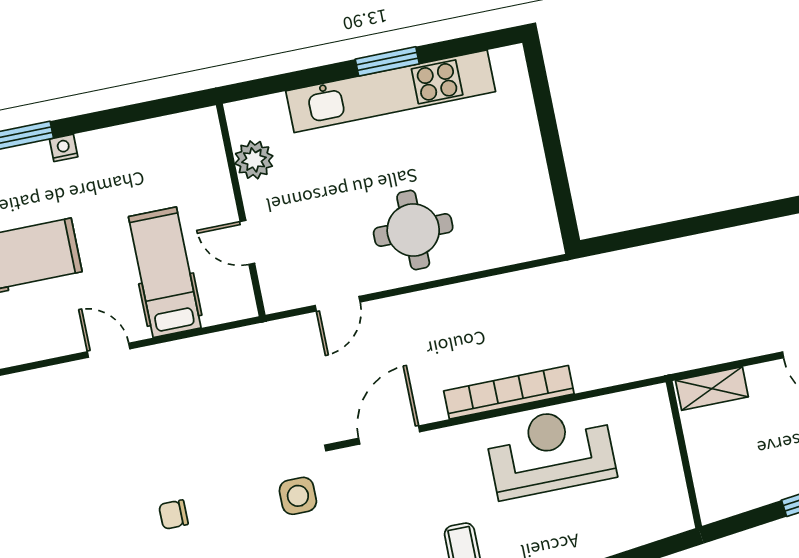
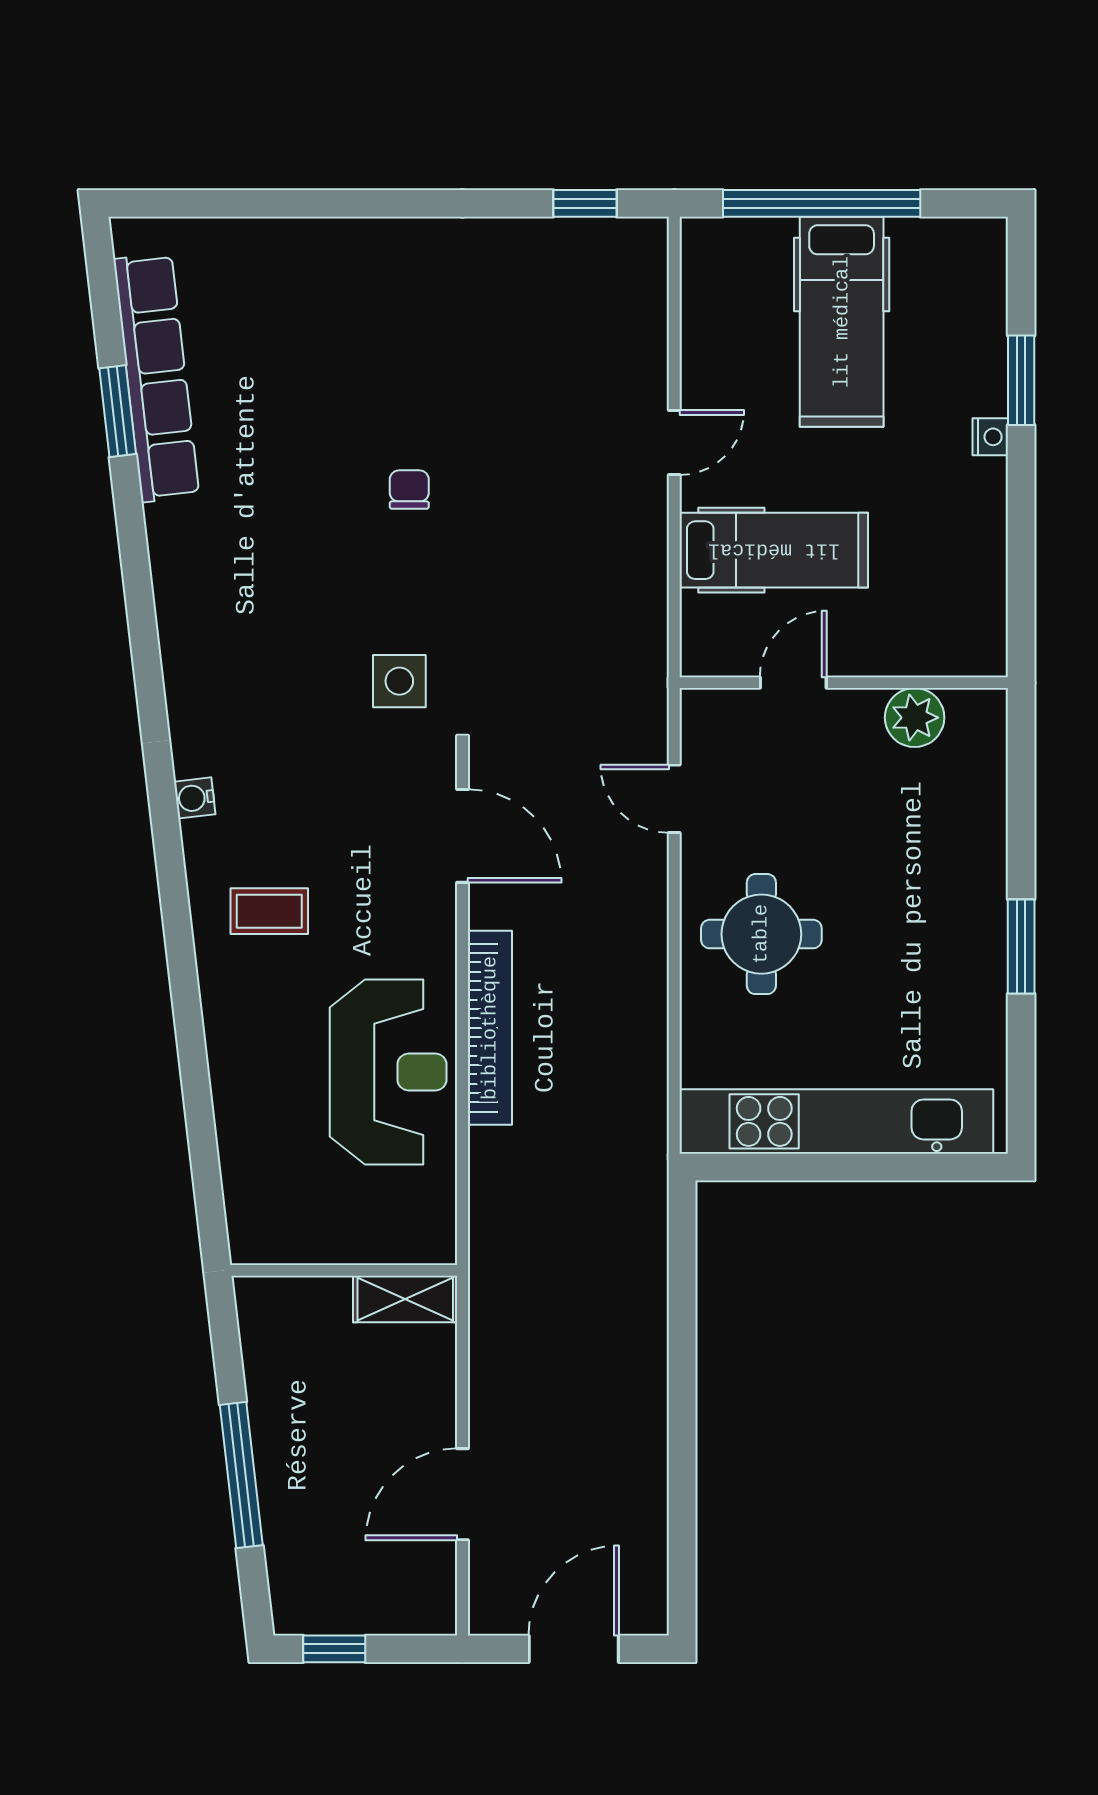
kitchen unit: (391, 91) -> (836, 1121), moved, turned 90
shelving: (712, 389) -> (405, 1299), moved, turned 90

